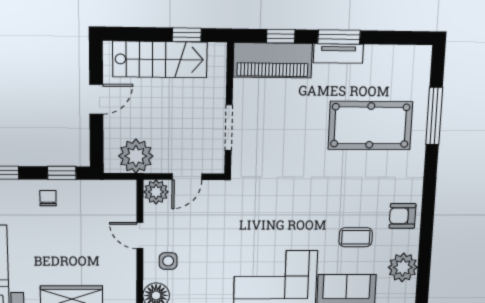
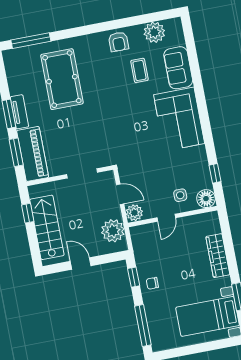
window: (281, 36) -> (16, 152), width x1.50
window: (434, 116) -> (31, 41), moved

